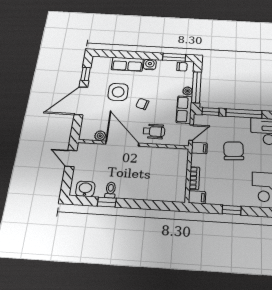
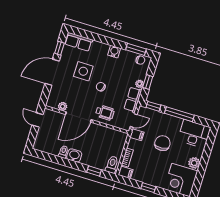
row of seats: (127, 64) -> (78, 42), moved
window: (196, 87) -> (148, 82), width x0.46
door: (122, 144) -> (78, 117), swing flipped
washbasin: (85, 189) -> (74, 156), moved
toilet: (177, 191) -> (112, 165), added
window: (107, 202) -> (94, 171), moved

